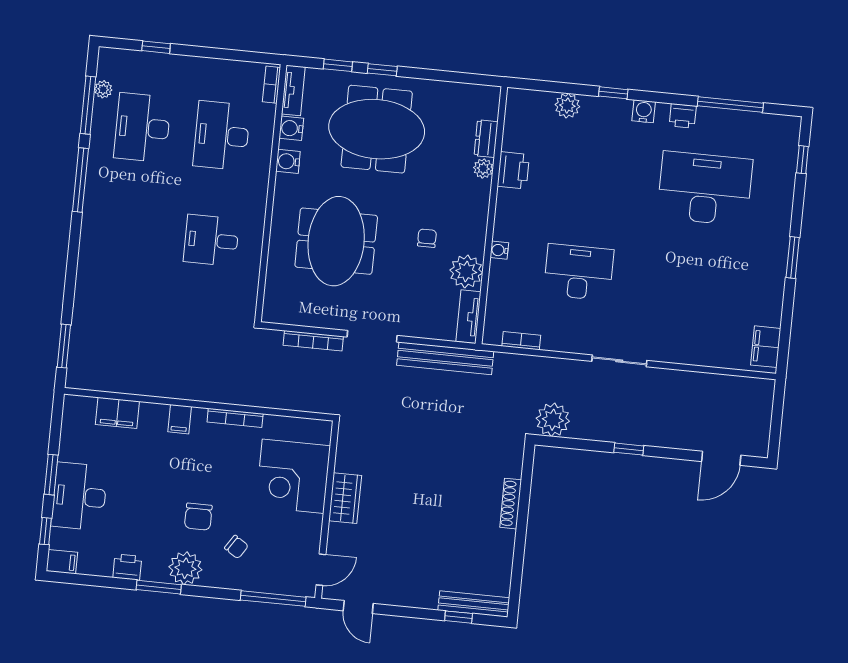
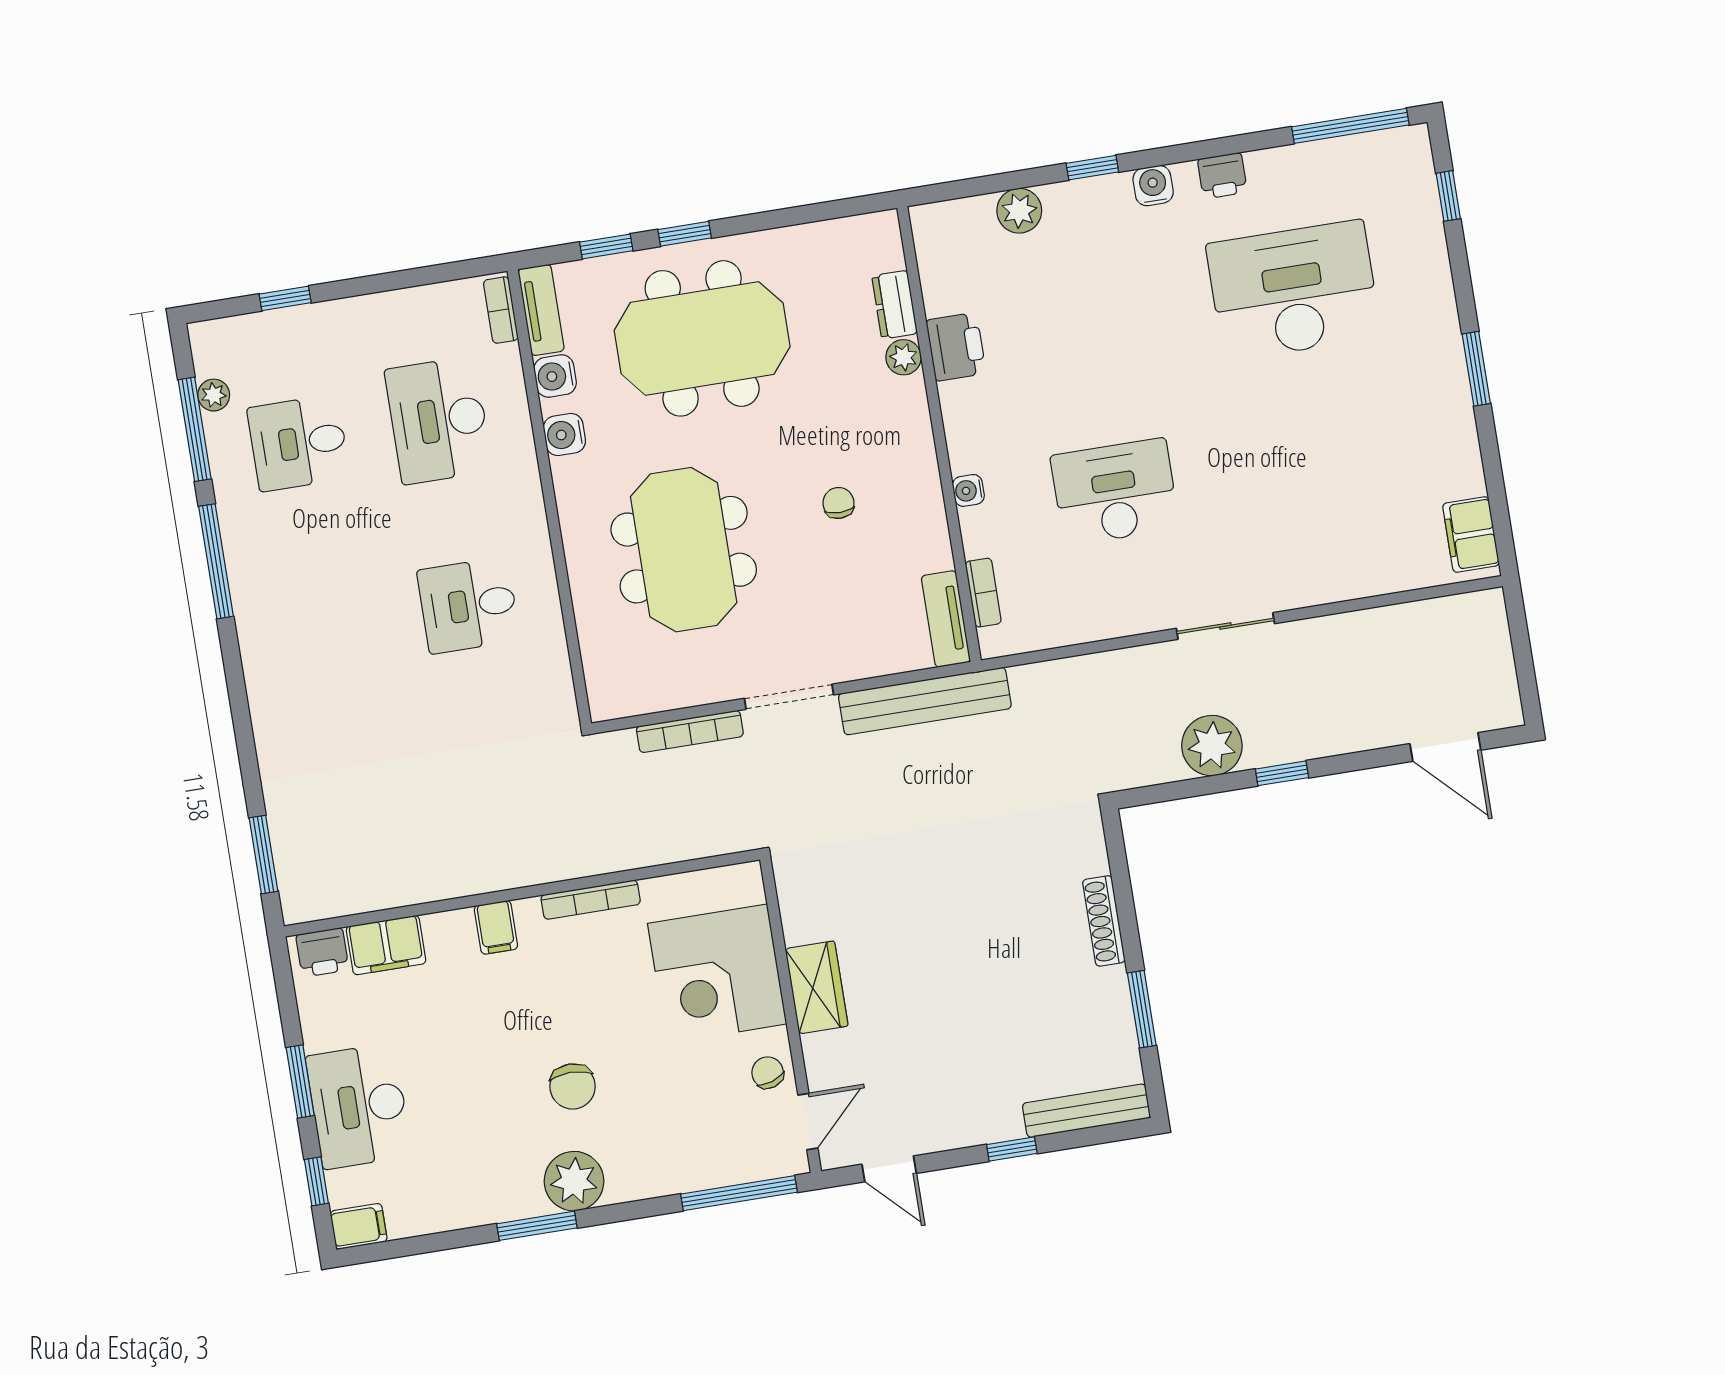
window: (730, 104) -> (1350, 126), moved
desk: (142, 128) -> (299, 443), width x0.73
plant: (466, 271) -> (921, 542), removed
bookcase: (521, 341) -> (983, 593), moved, turned 90
plant: (553, 420) -> (1212, 746), moved
door: (721, 458) -> (1445, 747), hinge flipped
chair: (236, 547) -> (768, 1073), moved, turned -141
window: (519, 557) -> (1142, 1009), added
printer: (127, 567) -> (322, 952), moved, turned 180
window: (459, 617) -> (1012, 1149), moved

